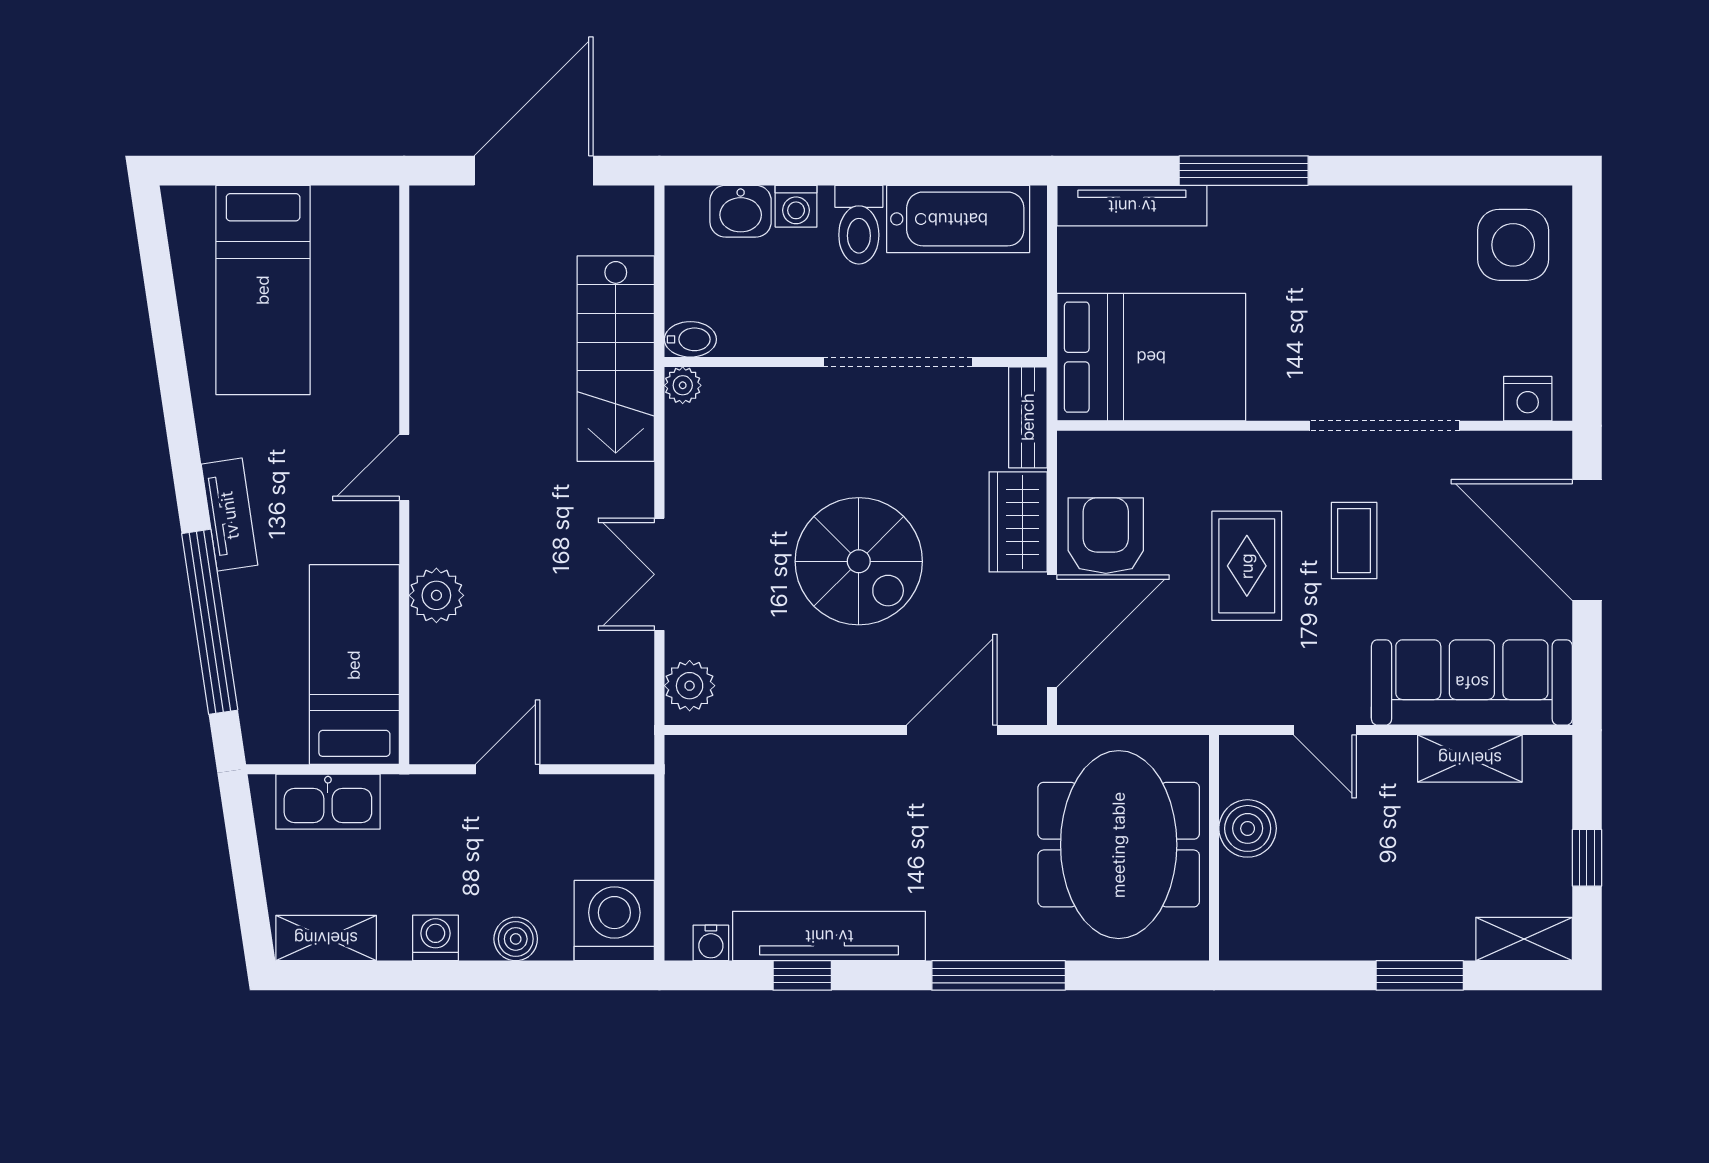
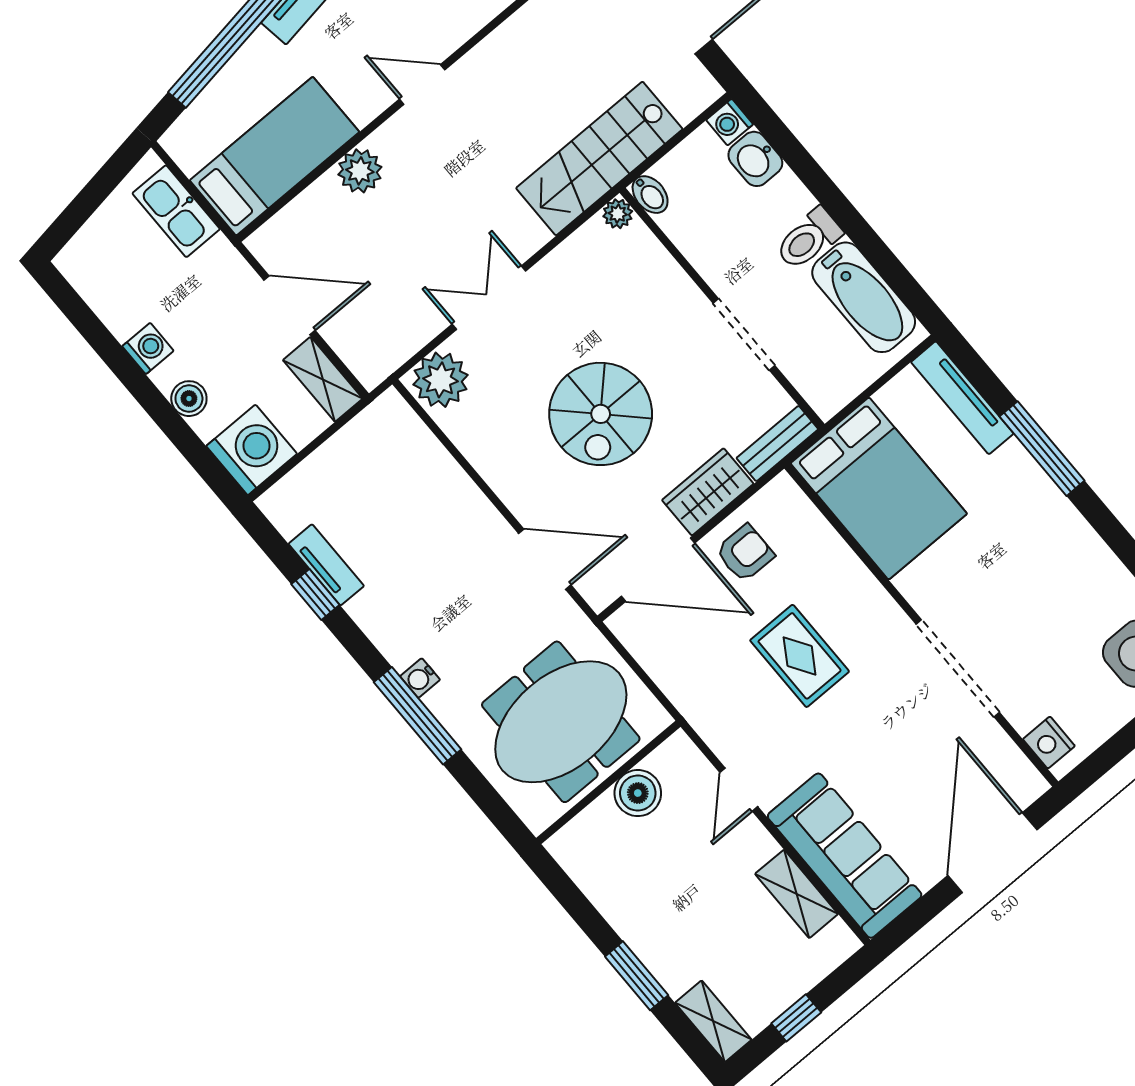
washing machine: (796, 206) -> (730, 122), moved
doorway: (898, 362) -> (744, 334), width x0.73
armchair: (1106, 536) -> (745, 553), width x0.72, depth x0.72
coffee table: (1354, 541) -> (871, 709), removed
rug: (1247, 566) -> (800, 656), turned 90
plant: (690, 686) -> (441, 380), width x1.36, depth x1.36
door: (508, 769) -> (289, 305), width x1.37
tv unit: (829, 936) -> (326, 565), width x0.52, depth x0.78
shelving: (326, 938) -> (323, 379), moved
water cooler: (711, 943) -> (420, 678), moved

